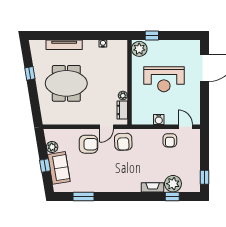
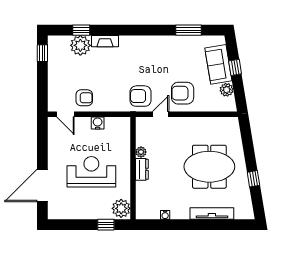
dresser: (122, 110) -> (142, 169), moved
armchair: (170, 140) -> (84, 98), turned 90
armchair: (123, 142) -> (141, 96), turned -87

